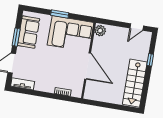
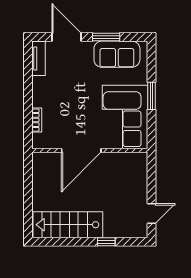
door: (137, 27) -> (152, 214), swing flipped
plant: (100, 31) -> (137, 160), removed

